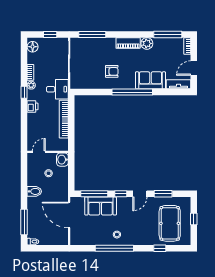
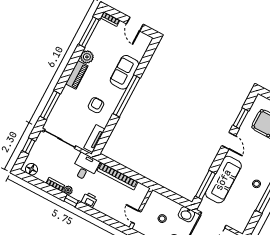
tv unit: (178, 84) -> (94, 138), moved
washbasin: (62, 160) -> (186, 214), moved
window: (121, 194) -> (219, 159), removed
sofa: (101, 206) -> (223, 180), width x1.36

